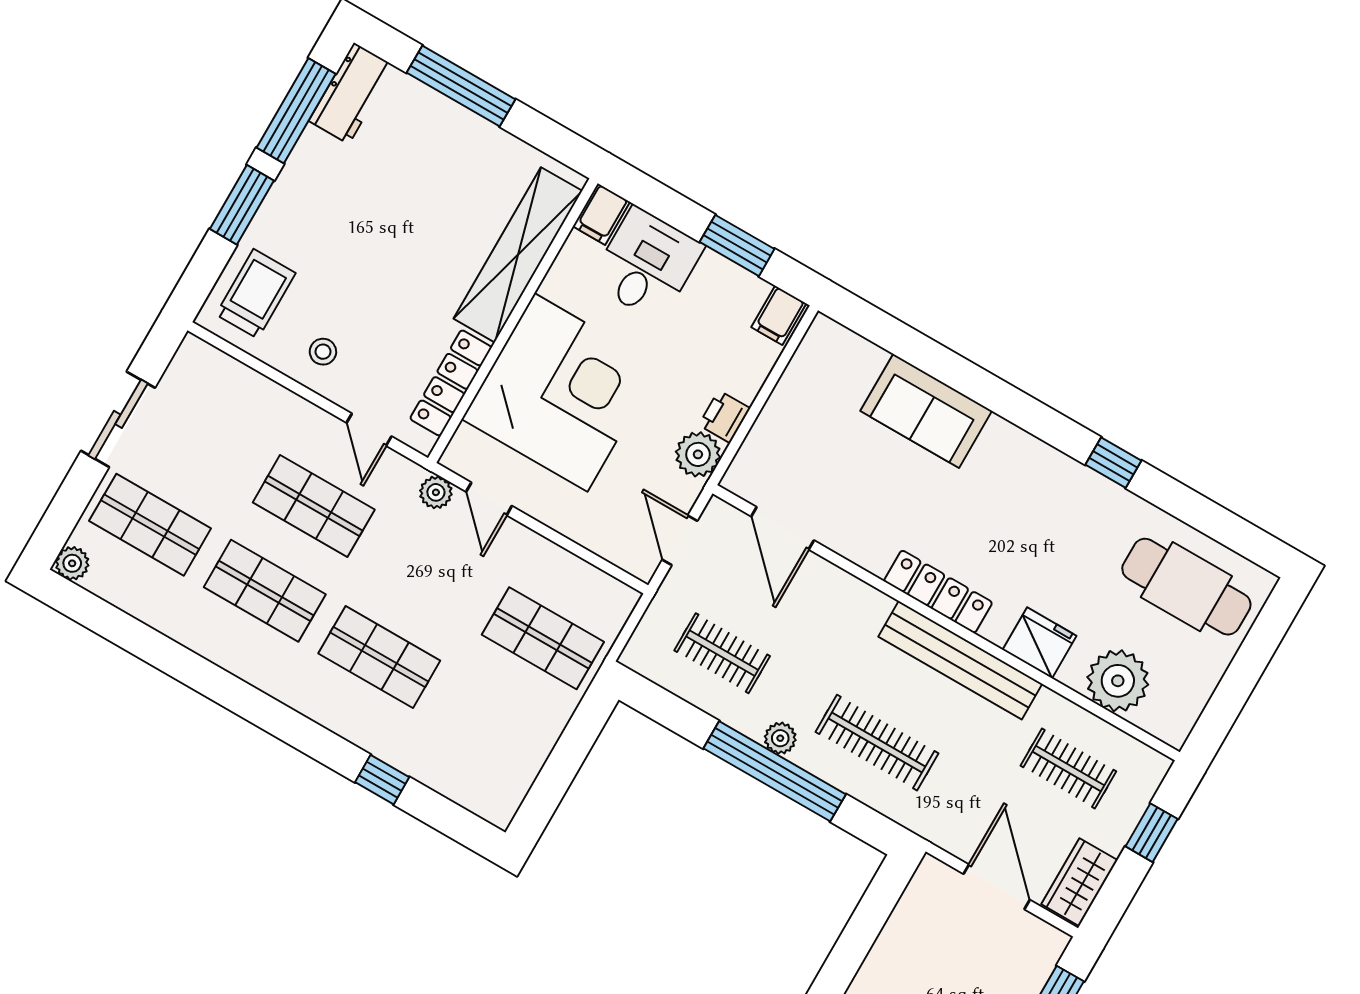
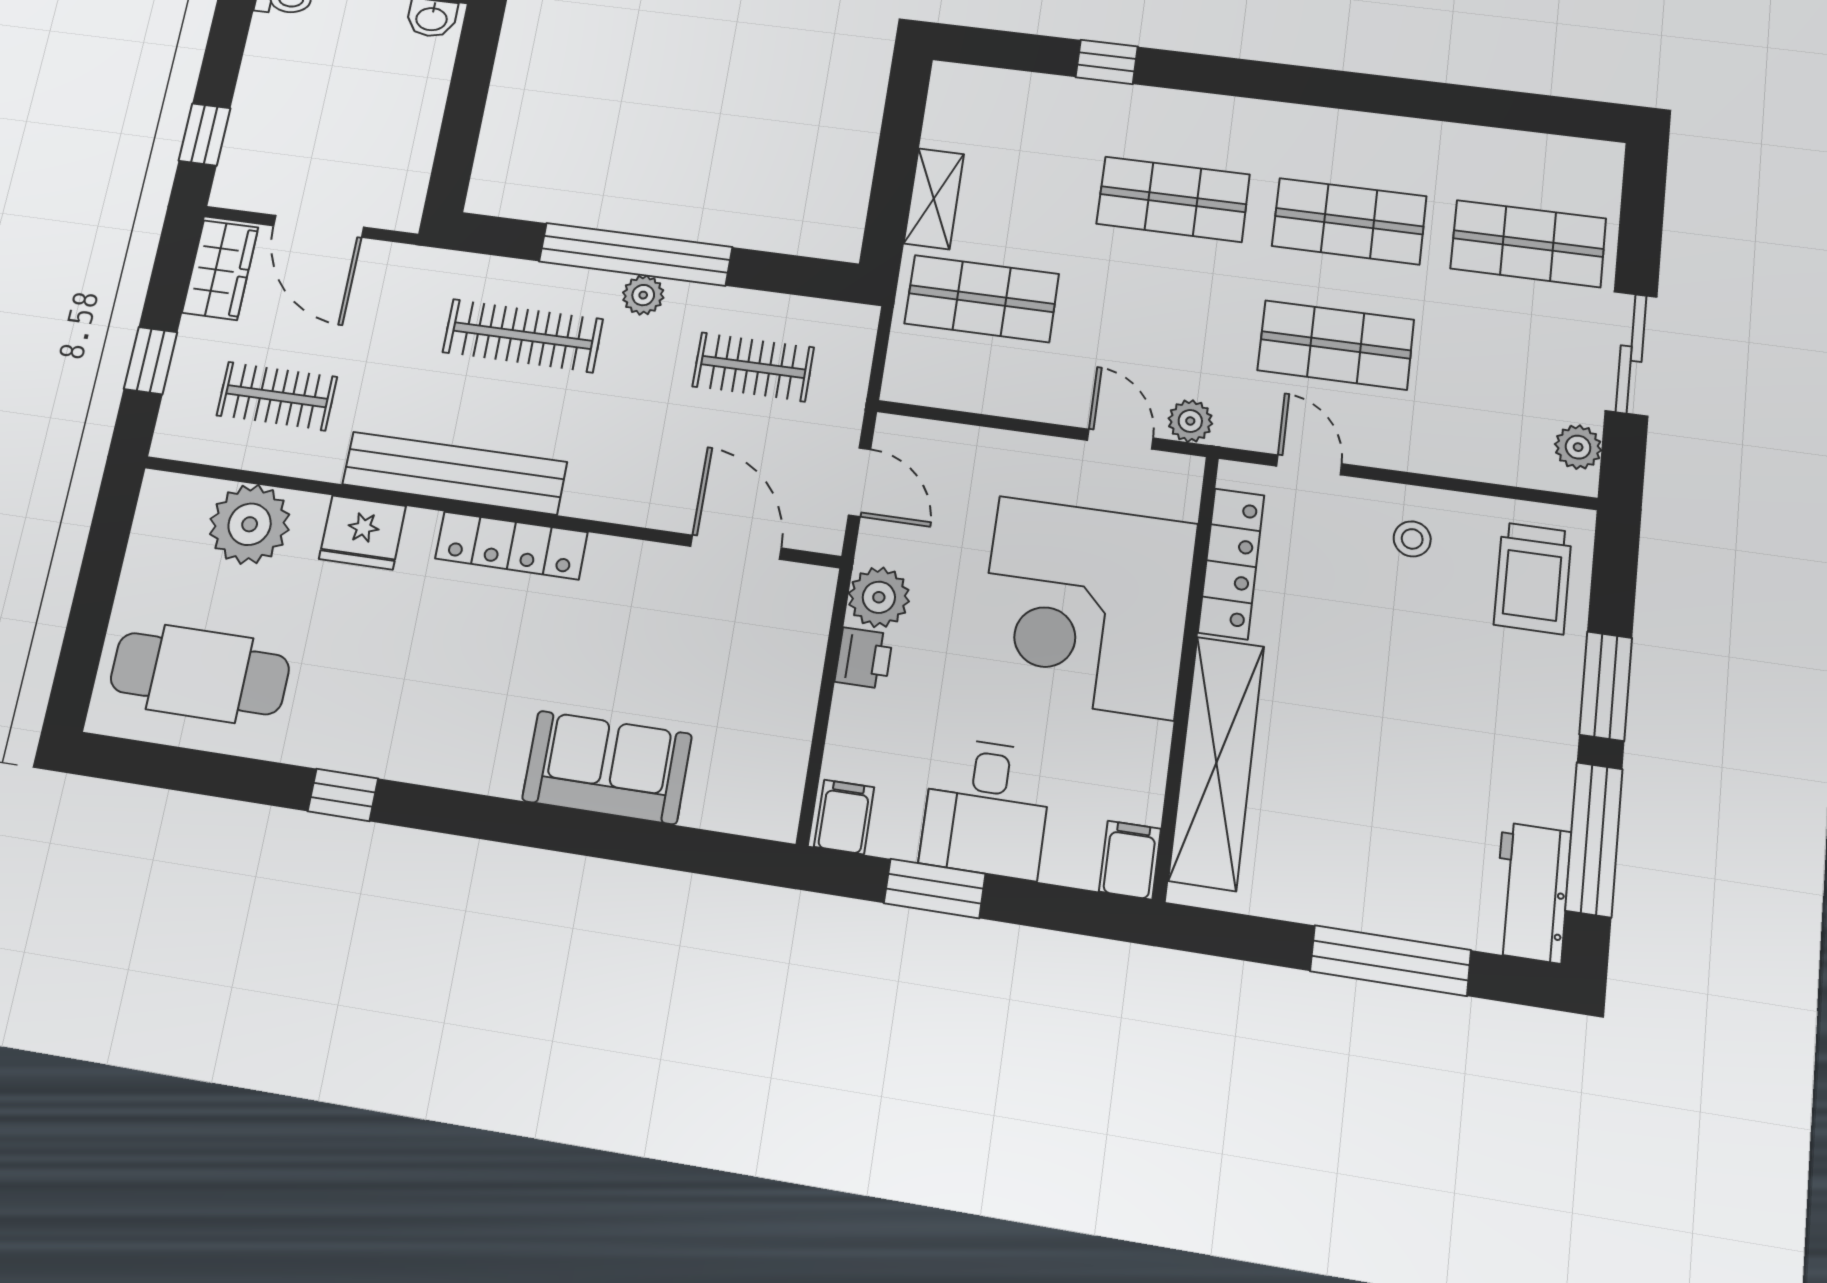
desk: (647, 264) -> (986, 808), moved
plant: (72, 563) -> (1578, 447), moved
shelving: (547, 726) -> (934, 199), added

